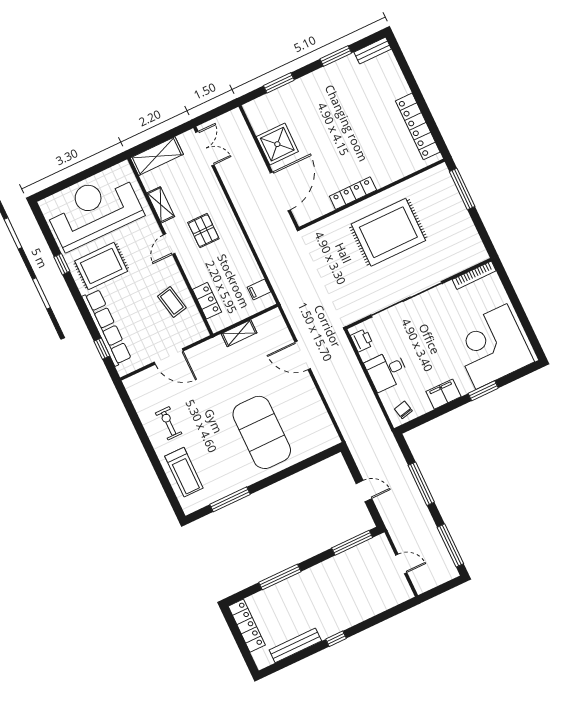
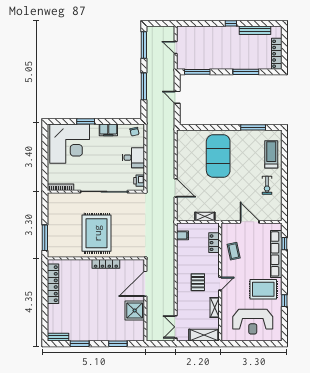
reception desk: (94, 210) -> (253, 322), width x0.74, depth x0.77
rug: (388, 232) -> (97, 233), turned 90

